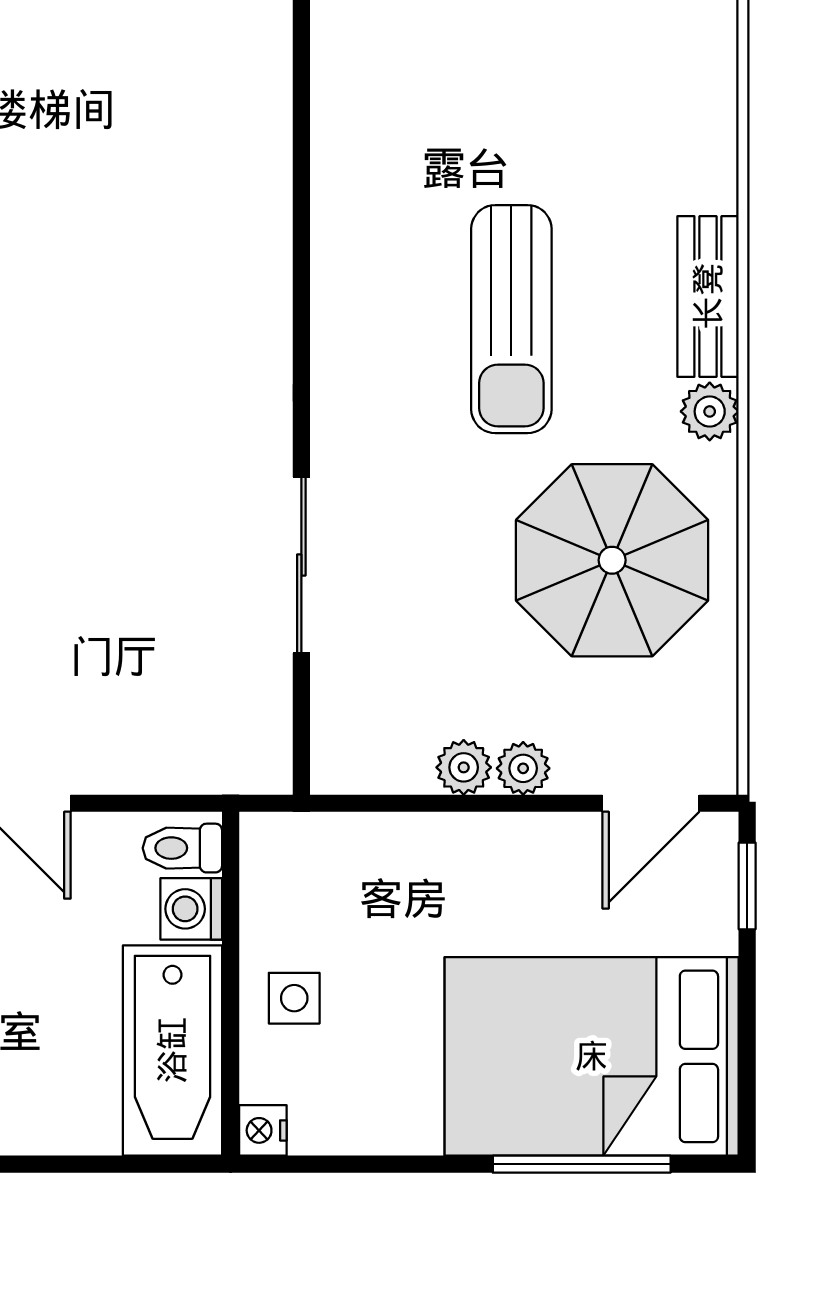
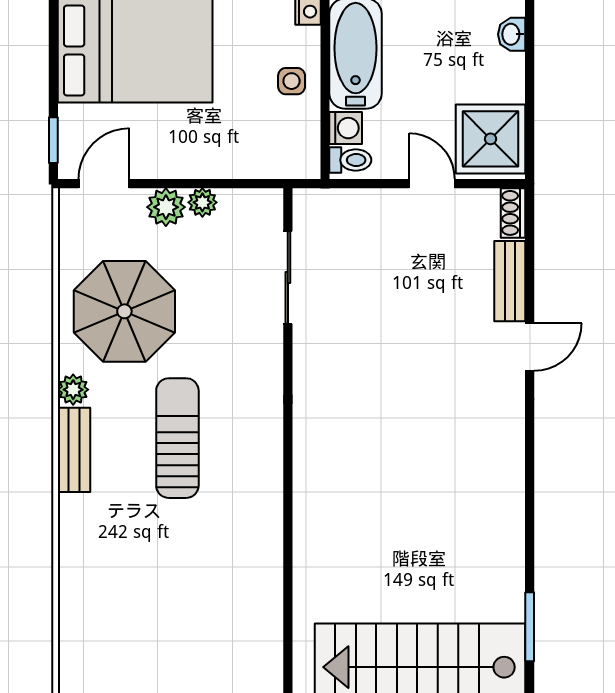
sliding door: (301, 565) -> (288, 277), moved
plant: (523, 768) -> (166, 207), width x1.38, depth x1.38

